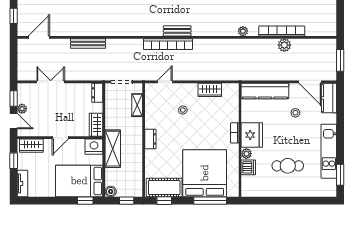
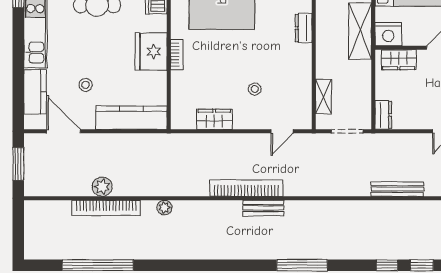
bookcase: (168, 44) -> (246, 188), moved
kitchen counter: (329, 98) -> (35, 92), moved
wardrobe: (96, 125) -> (399, 60), moved, turned 90
dresser: (150, 139) -> (304, 28), moved
plant: (246, 154) -> (159, 23), removed

